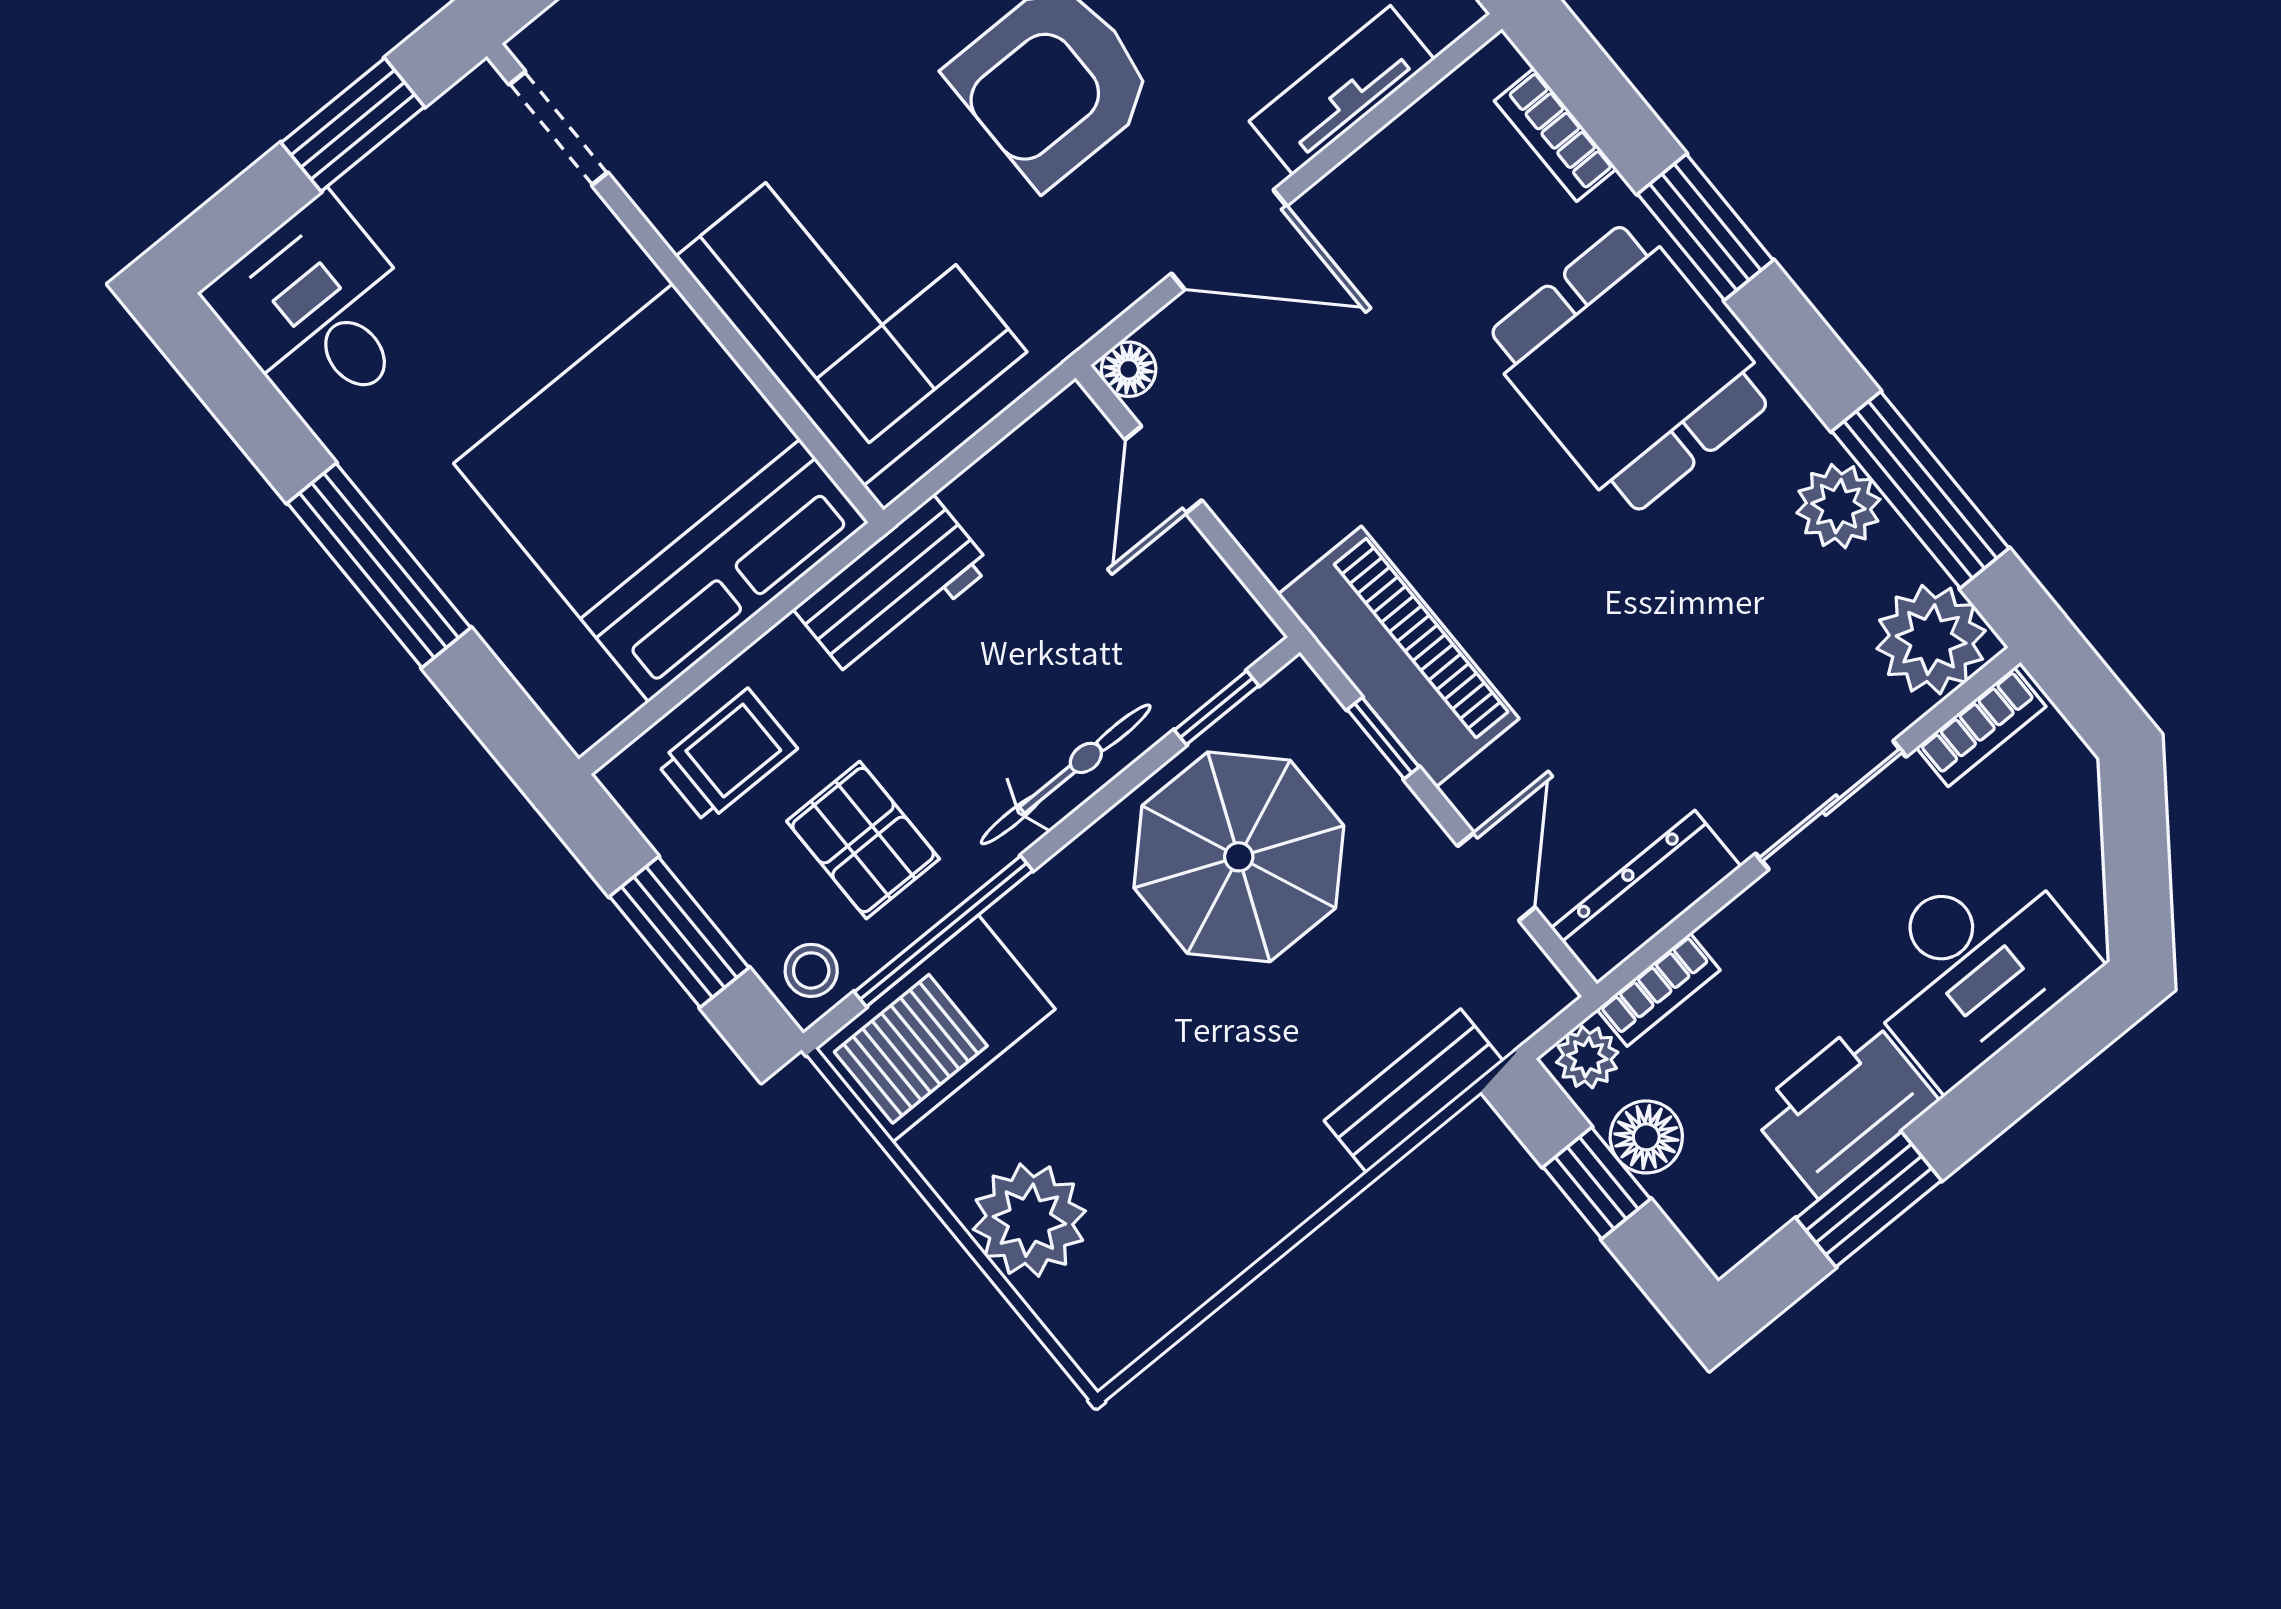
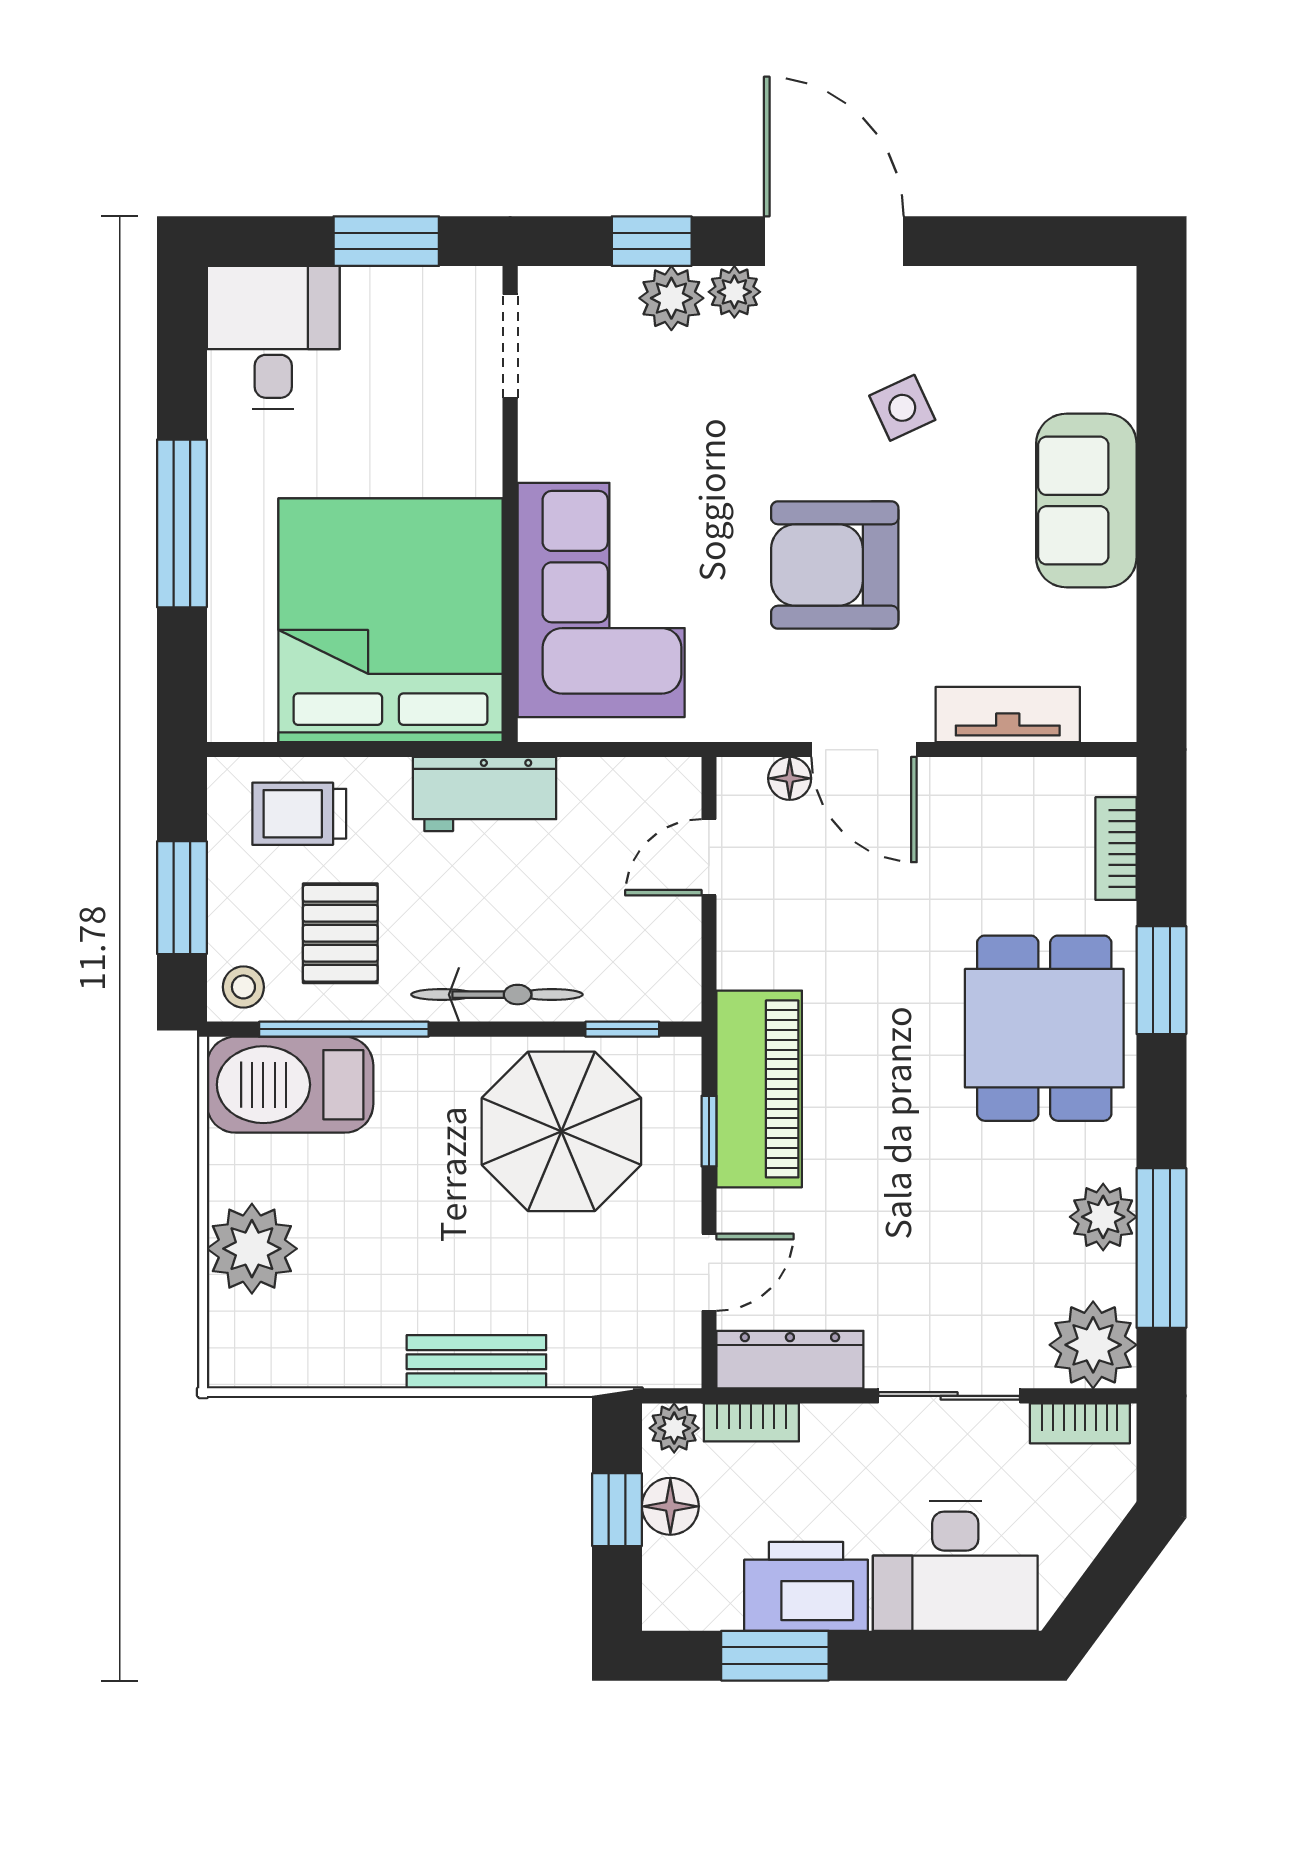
floor lamp: (1129, 369) -> (790, 778), moved
trolley: (727, 756) -> (299, 814), turned 180
bench: (1414, 1091) -> (476, 1362), moved

